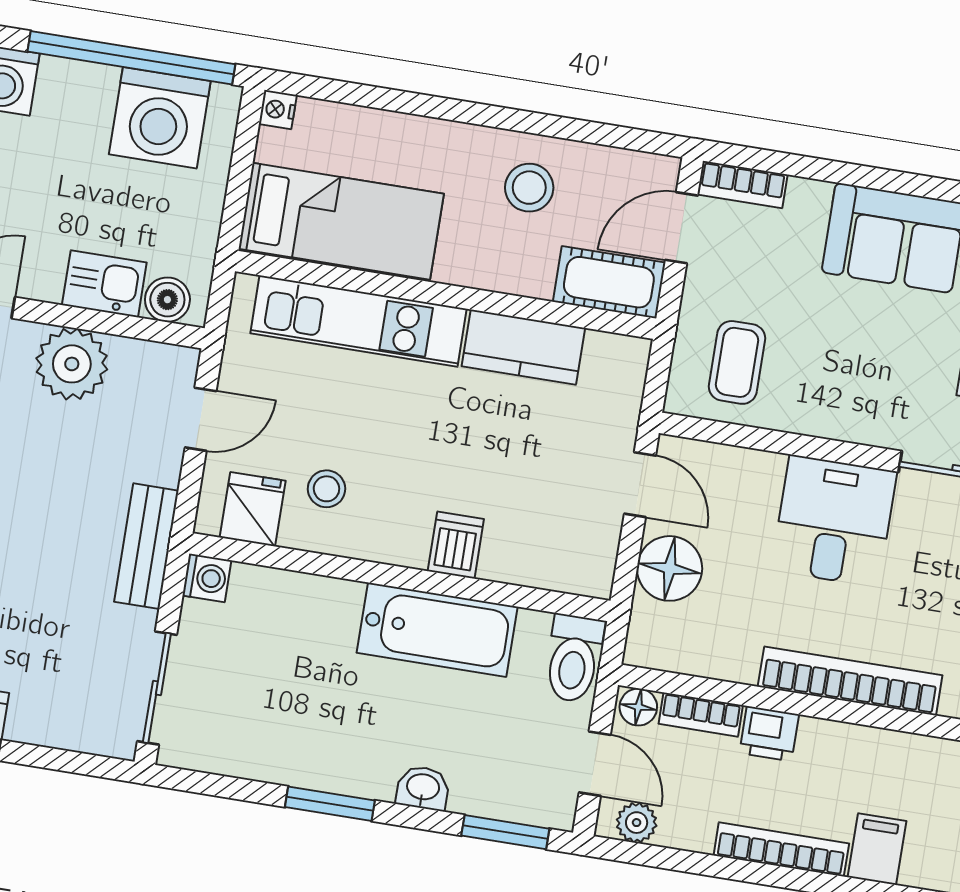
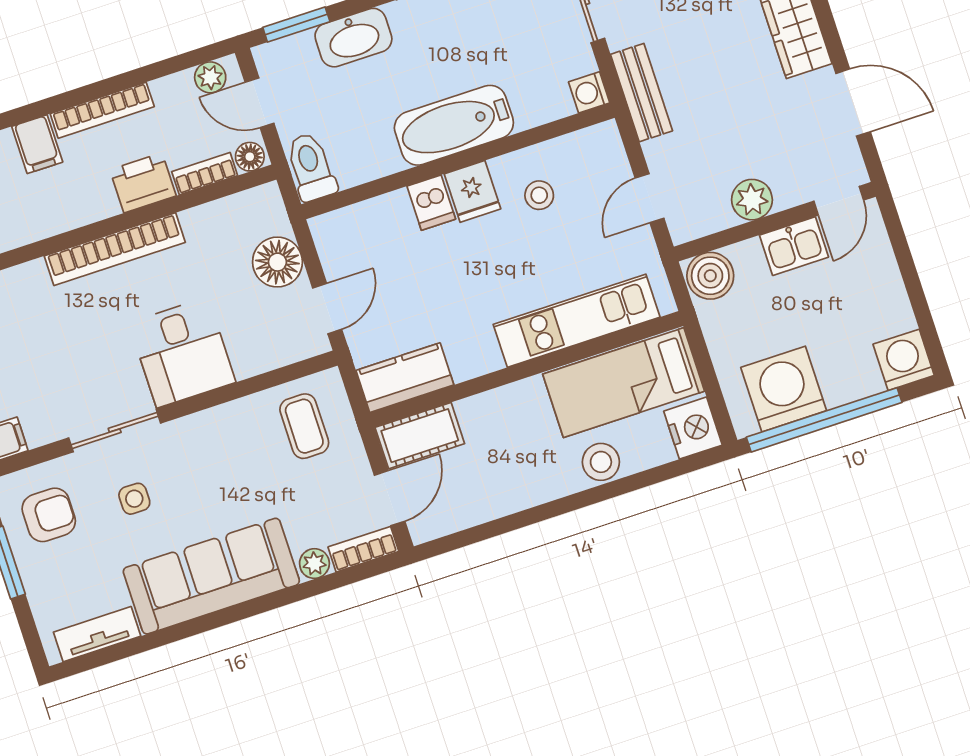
nightstand: (278, 110) -> (693, 428), width x1.89, depth x1.79
stool: (529, 188) -> (601, 462), moved
plant: (808, 197) -> (314, 564), added
kitchen sink: (104, 284) -> (794, 246), moved
boiler: (167, 300) -> (710, 276), width x1.36, depth x1.36
kitchen counter: (523, 347) -> (405, 378), moved
plant: (72, 364) -> (752, 200), width x0.73, depth x0.73
door: (640, 485) -> (327, 309), swing flipped
fridge: (253, 509) -> (472, 191), moved
bathtub: (437, 630) -> (454, 125), moved
printer: (769, 734) -> (143, 183), width x1.36, depth x1.24
washbasin: (423, 788) -> (353, 38), width x1.91, depth x1.45

